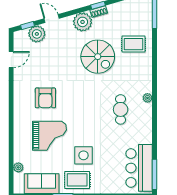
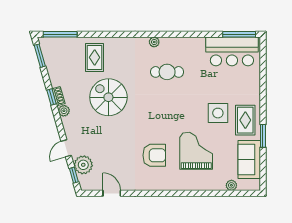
plant: (83, 22) -> (64, 111), width x0.53, depth x0.53
spiral stairs: (98, 57) -> (108, 97), turned -90

